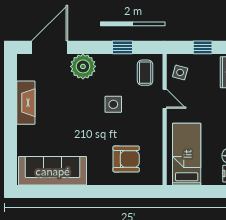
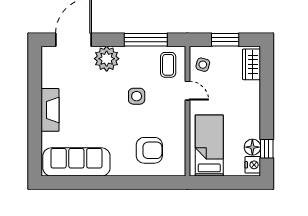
window: (123, 47) -> (146, 40), width x2.17
window: (203, 47) -> (225, 40), width x1.50
fireplace: (26, 103) -> (50, 110), moved

